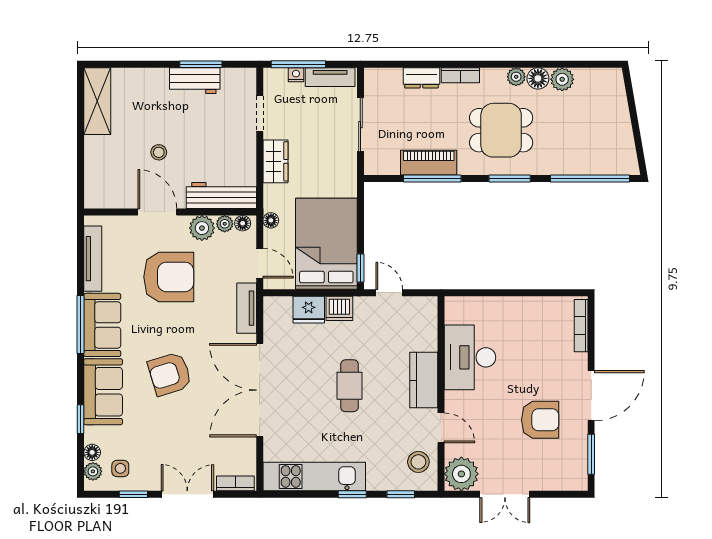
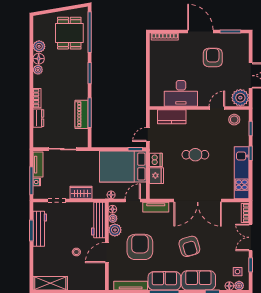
workbench: (195, 81) -> (40, 229), width x1.38
dining table: (501, 130) -> (69, 33), moved
kitchen counter: (424, 380) -> (172, 117), moved

